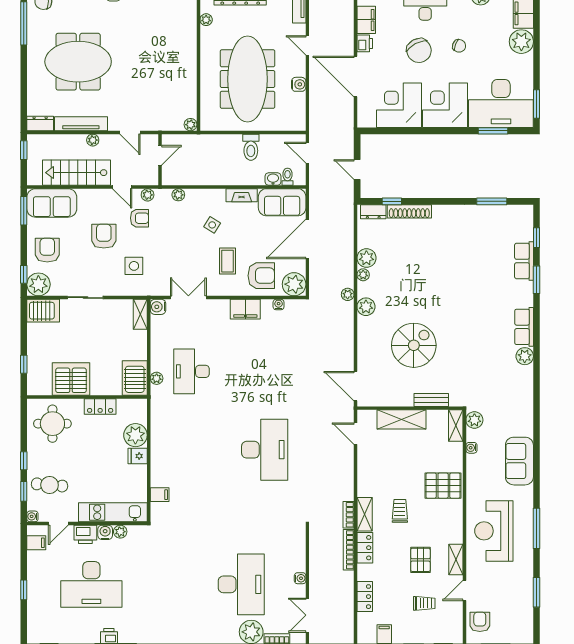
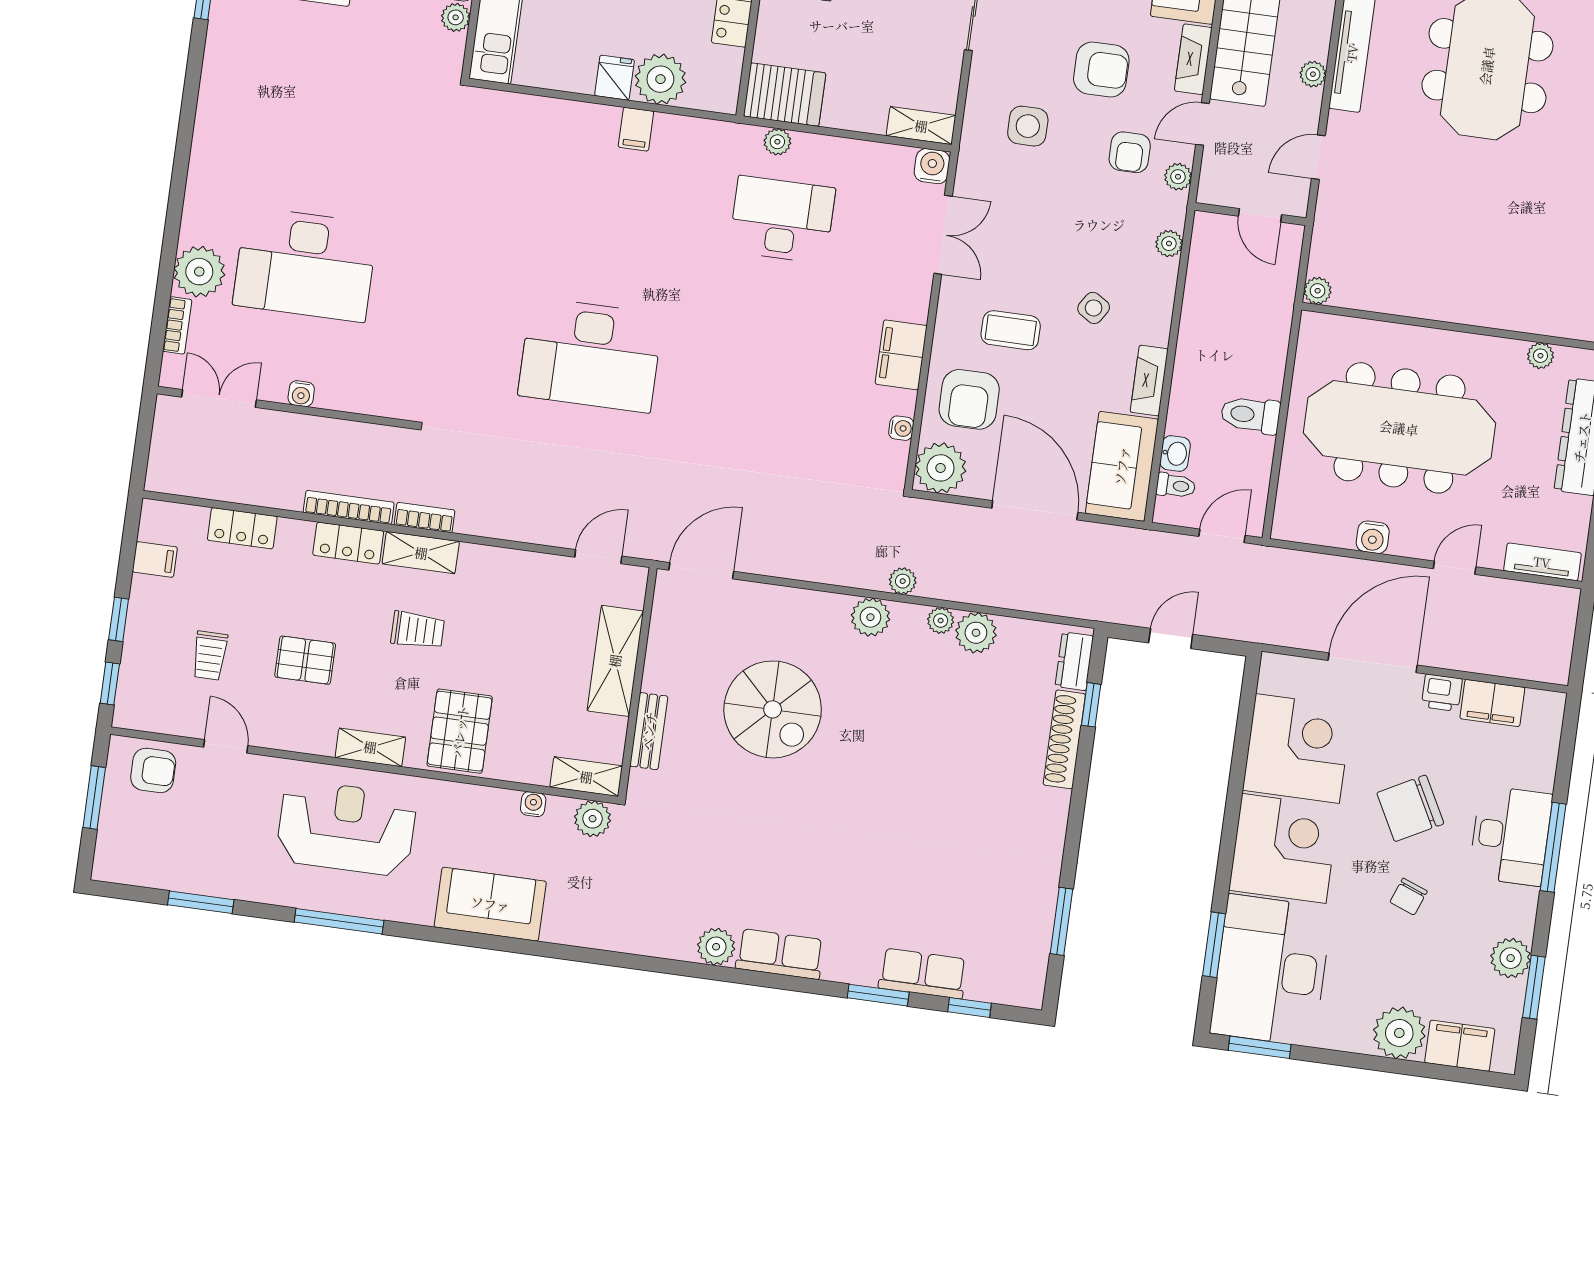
fireplace: (93, 195) -> (1193, 59), added
filing cabinet: (160, 495) -> (636, 129), moved
shelving: (456, 560) -> (370, 747), moved

